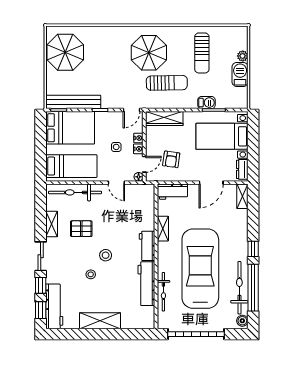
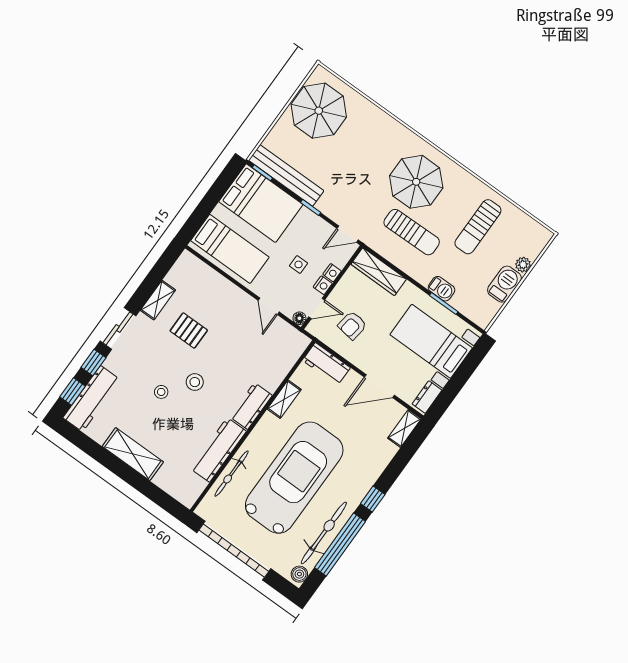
bicycle: (75, 192) -> (212, 283), removed

